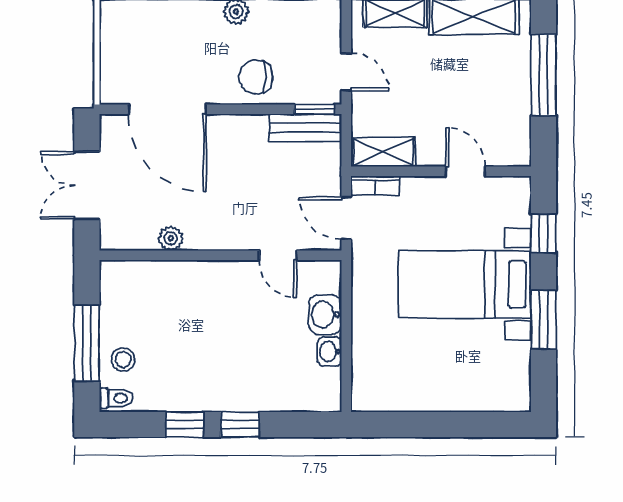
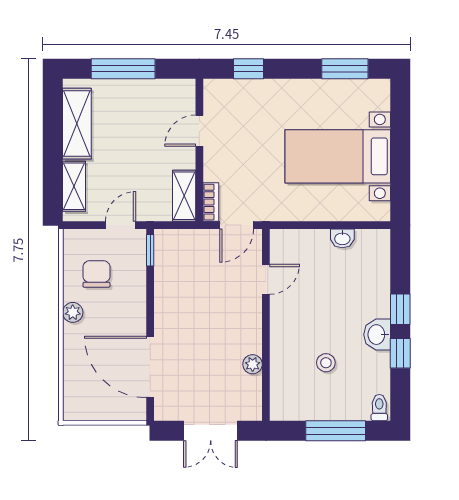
chair: (256, 77) -> (96, 274), moved, turned 180
door: (167, 109) -> (150, 367), swing flipped
bench: (305, 128) -> (165, 257), removed
bed with nightstands: (465, 284) -> (338, 156), moved, turned 90
washbasin: (325, 314) -> (377, 335), moved, turned 90
window: (543, 320) -> (345, 69), moved
stool: (123, 360) -> (326, 363), moved

